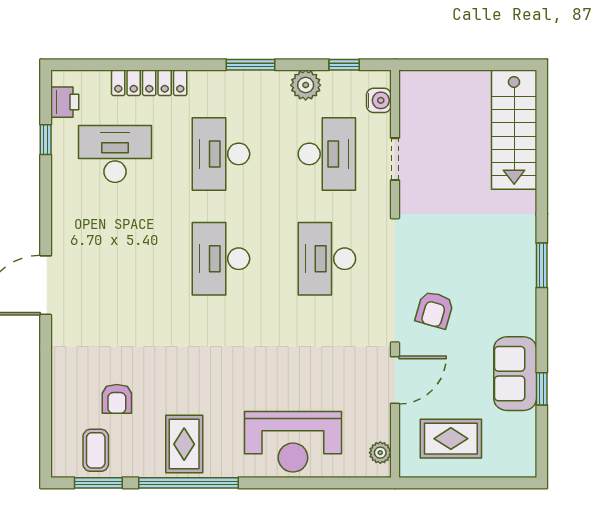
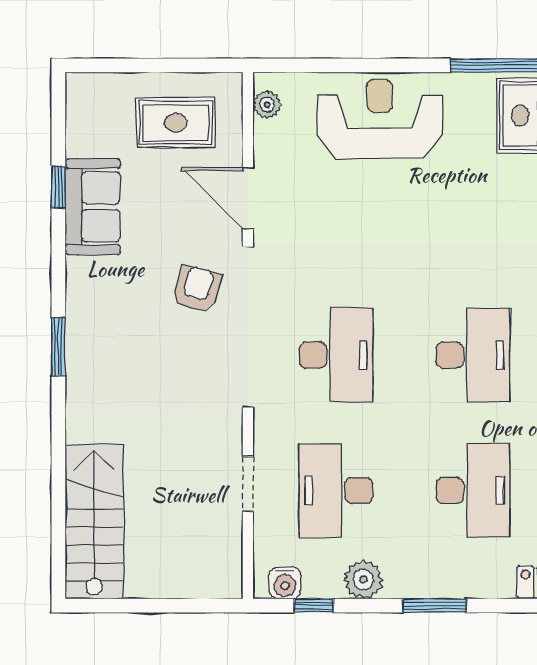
water cooler: (379, 100) -> (285, 583), moved, turned -90
door: (395, 380) -> (248, 198), hinge flipped

